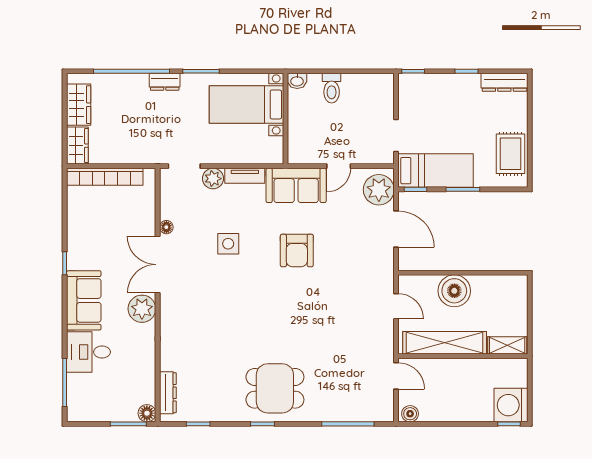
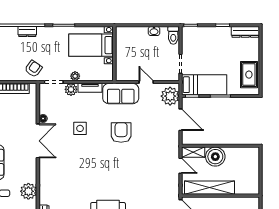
washbasin: (297, 81) -> (154, 31), moved
dresser: (165, 82) -> (27, 32), moved
toilet: (332, 88) -> (173, 35), moved
armchair: (150, 144) -> (33, 69), added
plant: (220, 156) -> (75, 76), added
door: (339, 166) -> (146, 82), swing flipped
armchair: (297, 250) -> (121, 132), turned 180
double door: (158, 265) -> (38, 141), swing flipped
plant: (142, 309) -> (28, 191), moved
shelving: (507, 345) -> (193, 152), moved

